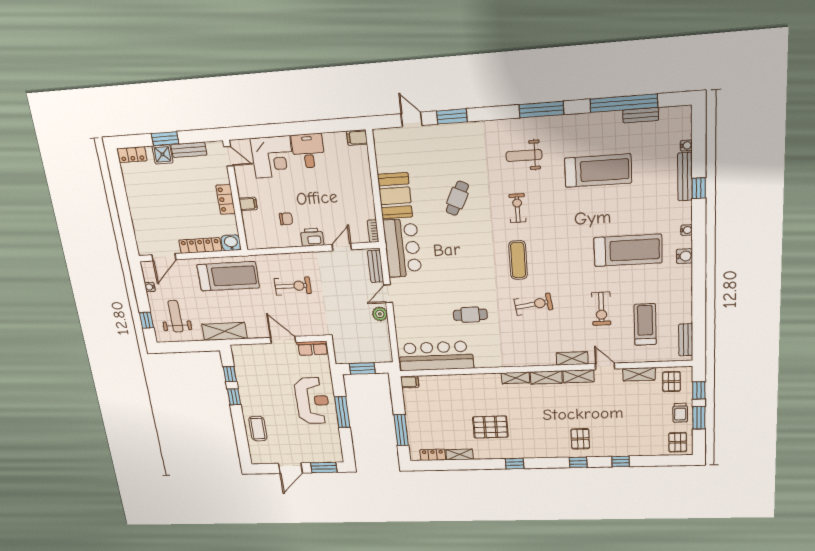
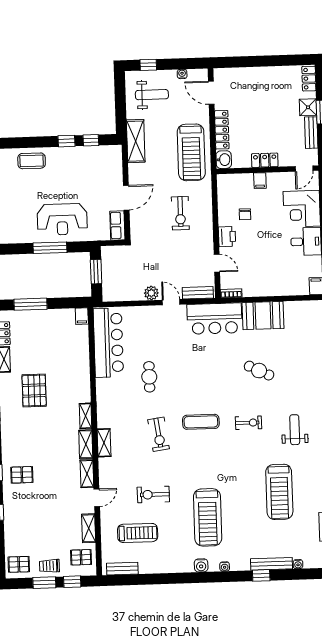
shelving: (572, 358) -> (104, 443), moved

